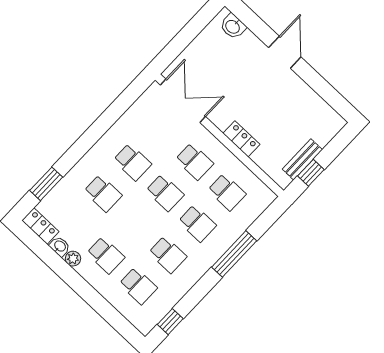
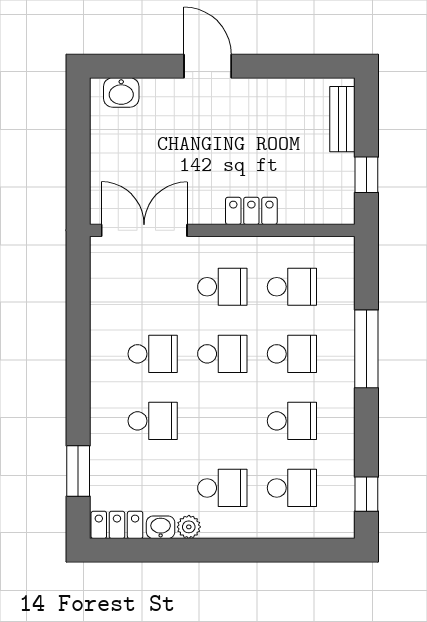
bench: (302, 159) -> (342, 119), moved

